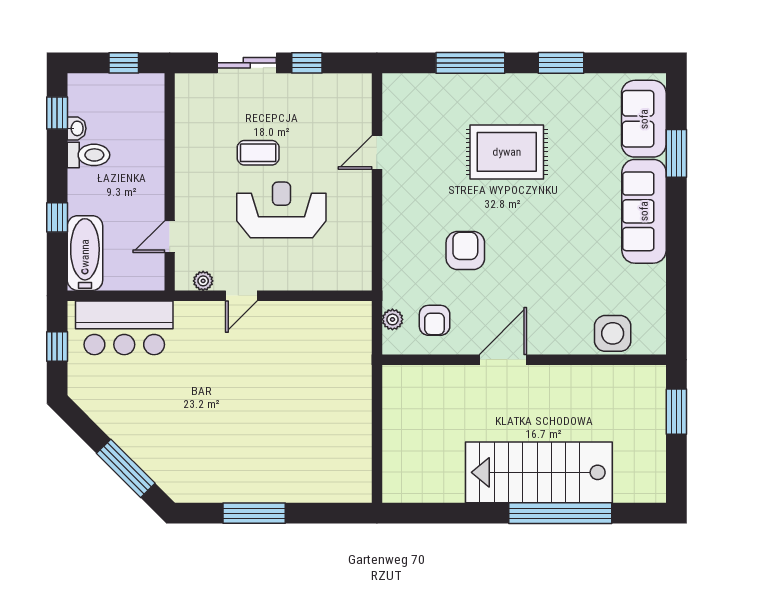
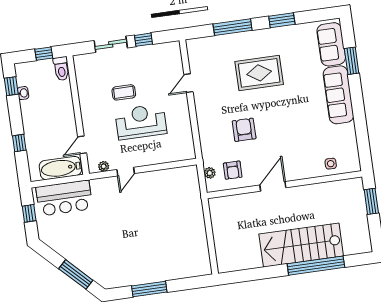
toilet: (88, 155) -> (61, 69), moved, turned 90
bathtub: (85, 253) -> (60, 168), moved, turned -90
side table: (613, 333) -> (331, 164), width x0.54, depth x0.54

